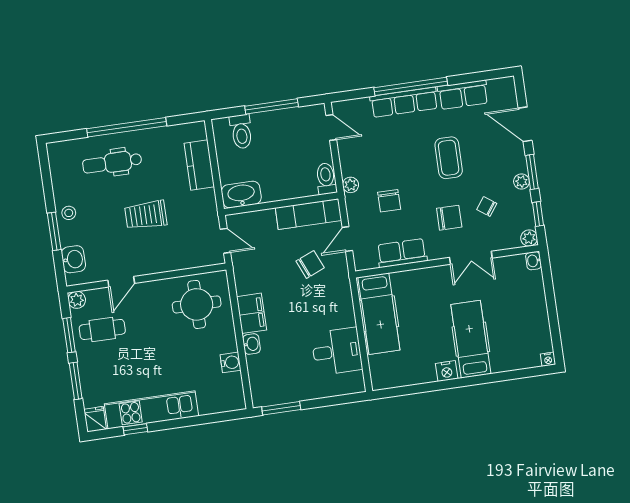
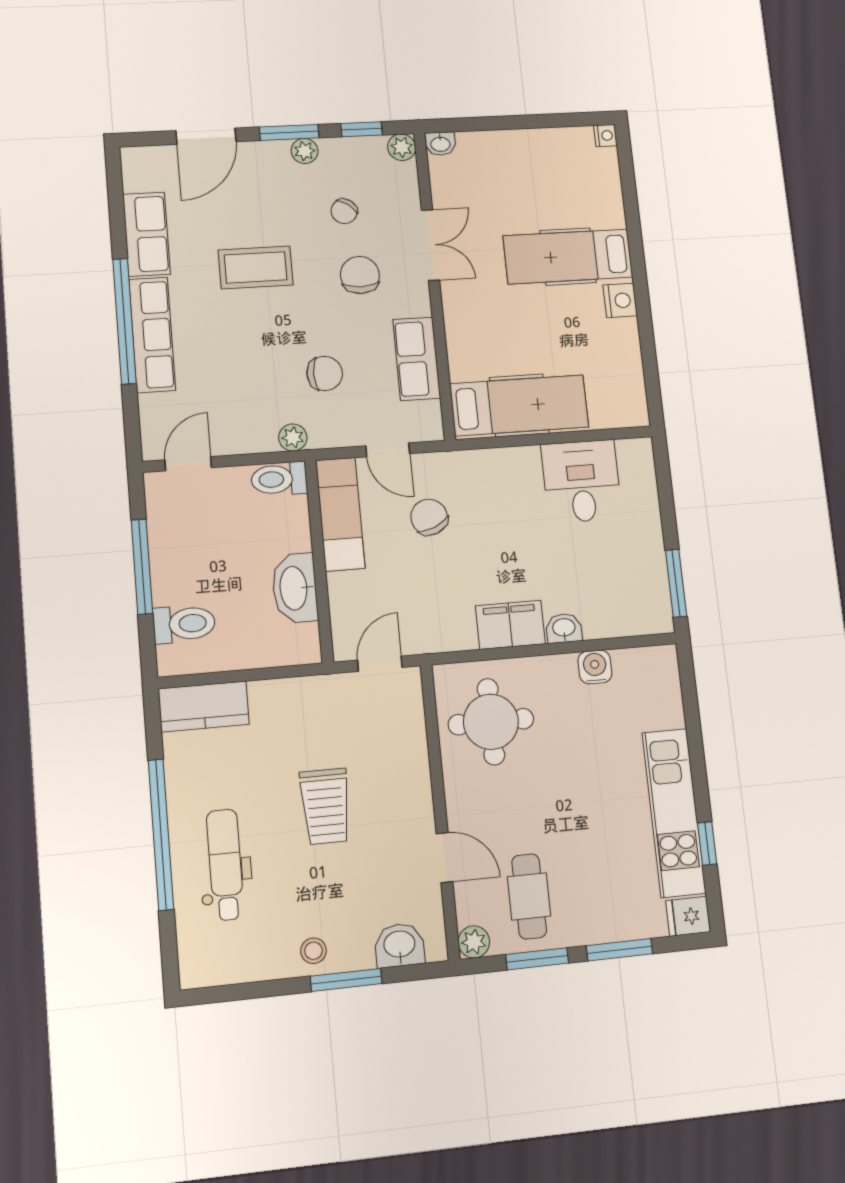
dental chair: (112, 163) -> (225, 865), turned 180
kitchen counter: (199, 165) -> (204, 706), moved
washbasin: (241, 194) -> (295, 588), moved

